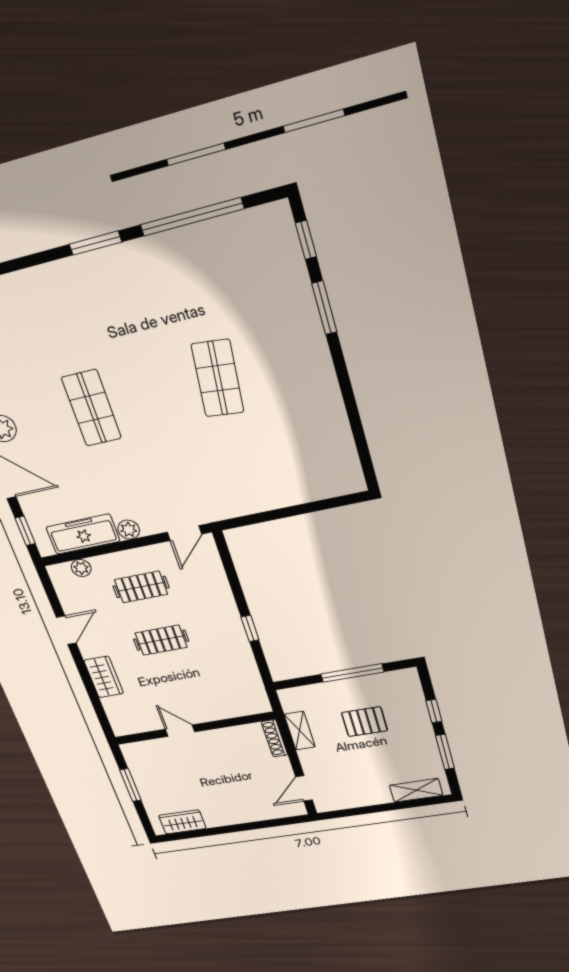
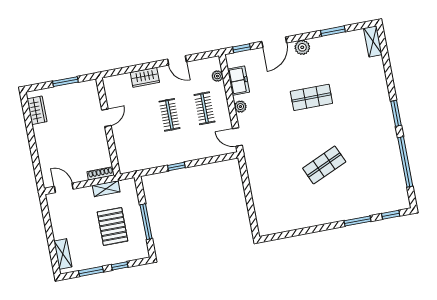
shop shelf: (218, 378) -> (324, 165), turned -30
freezer: (83, 534) -> (238, 81), width x0.71
pallet: (364, 722) -> (113, 226), width x1.50, depth x1.42

